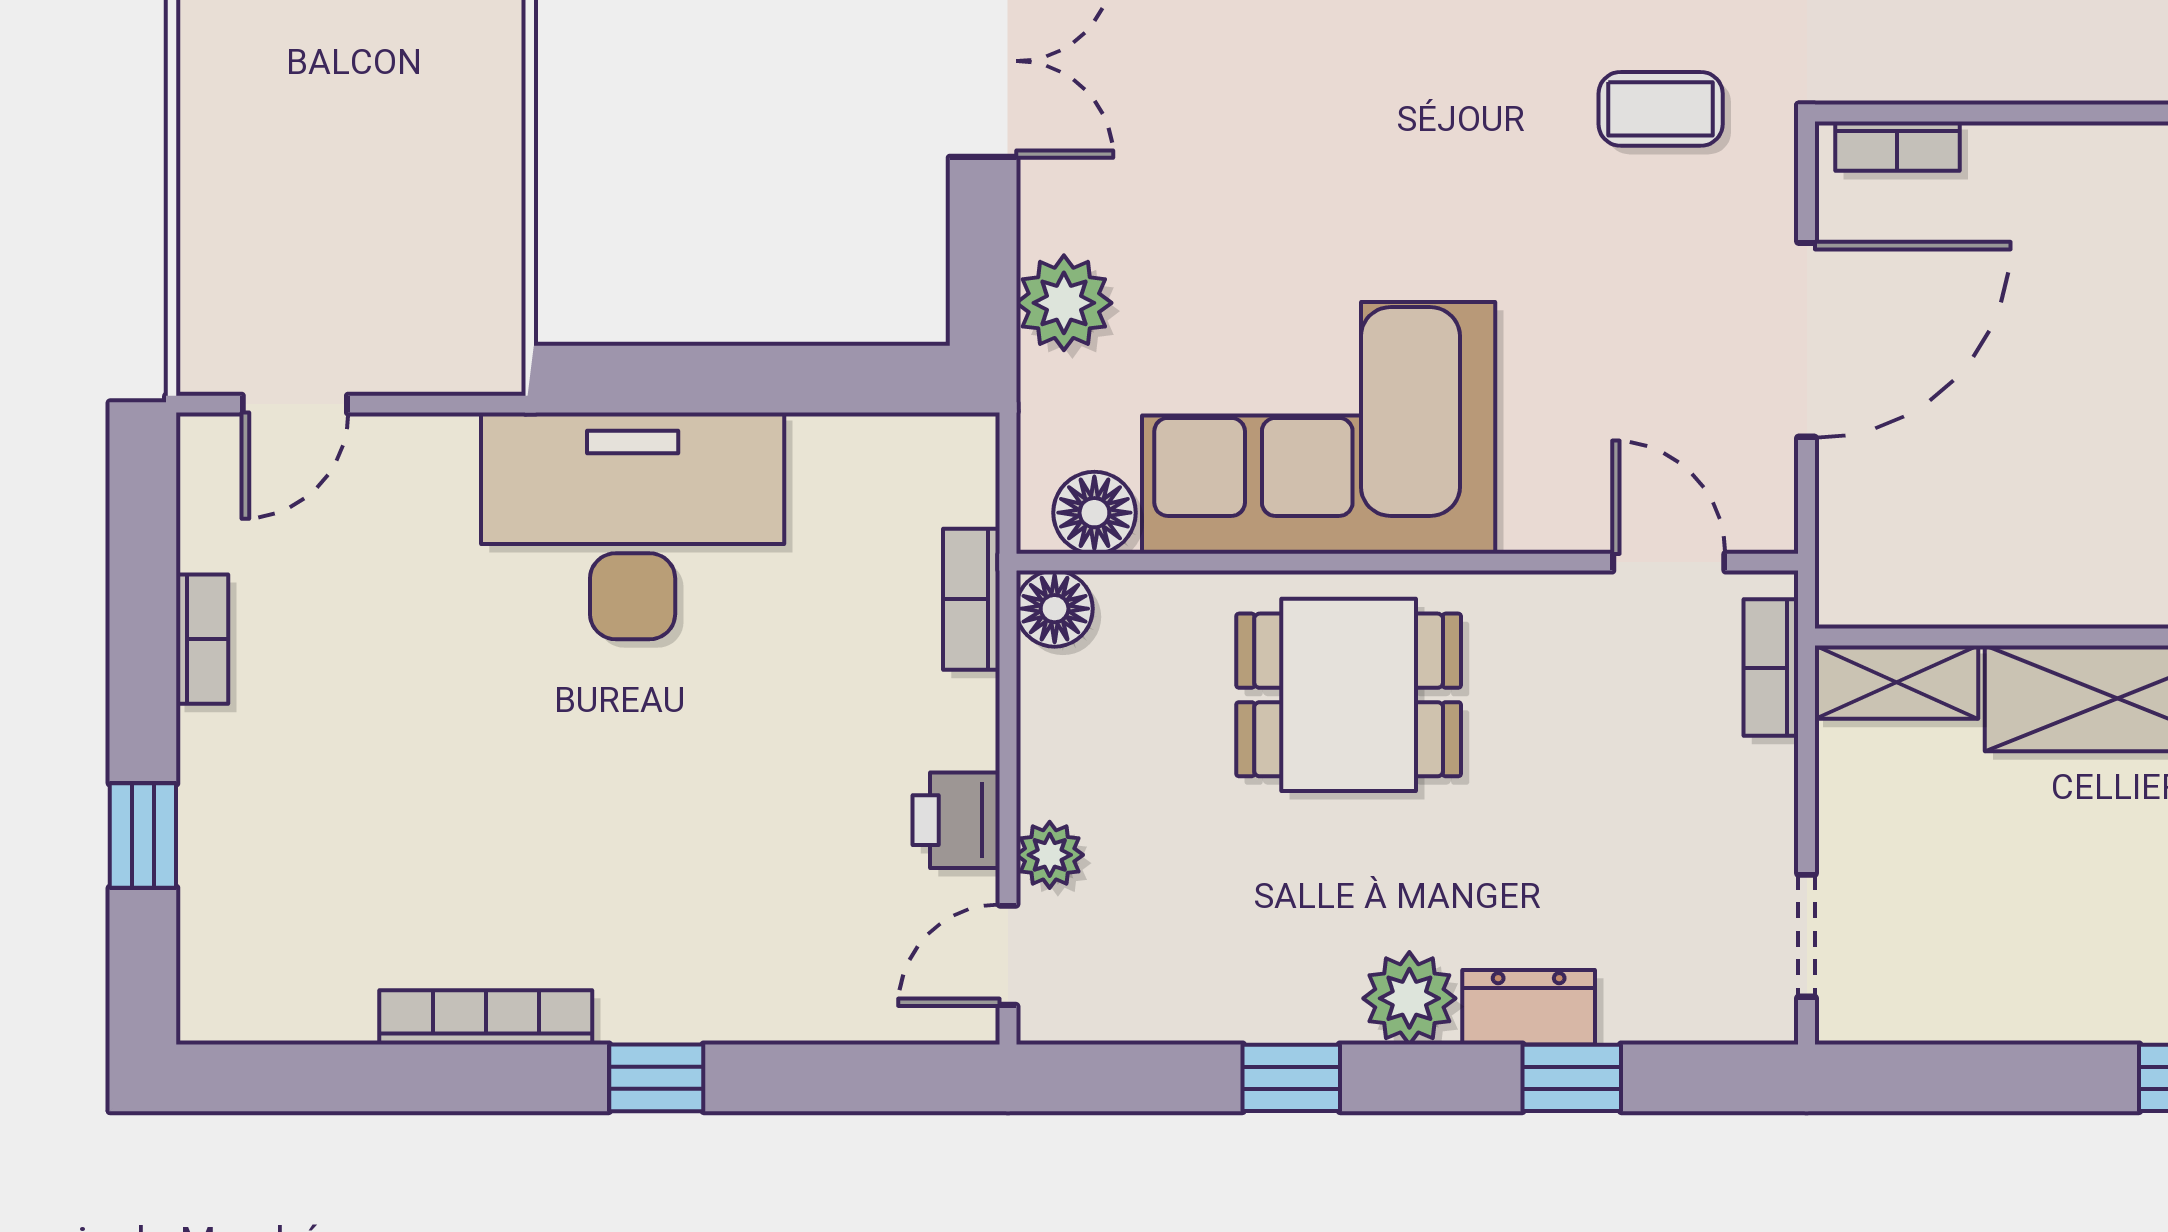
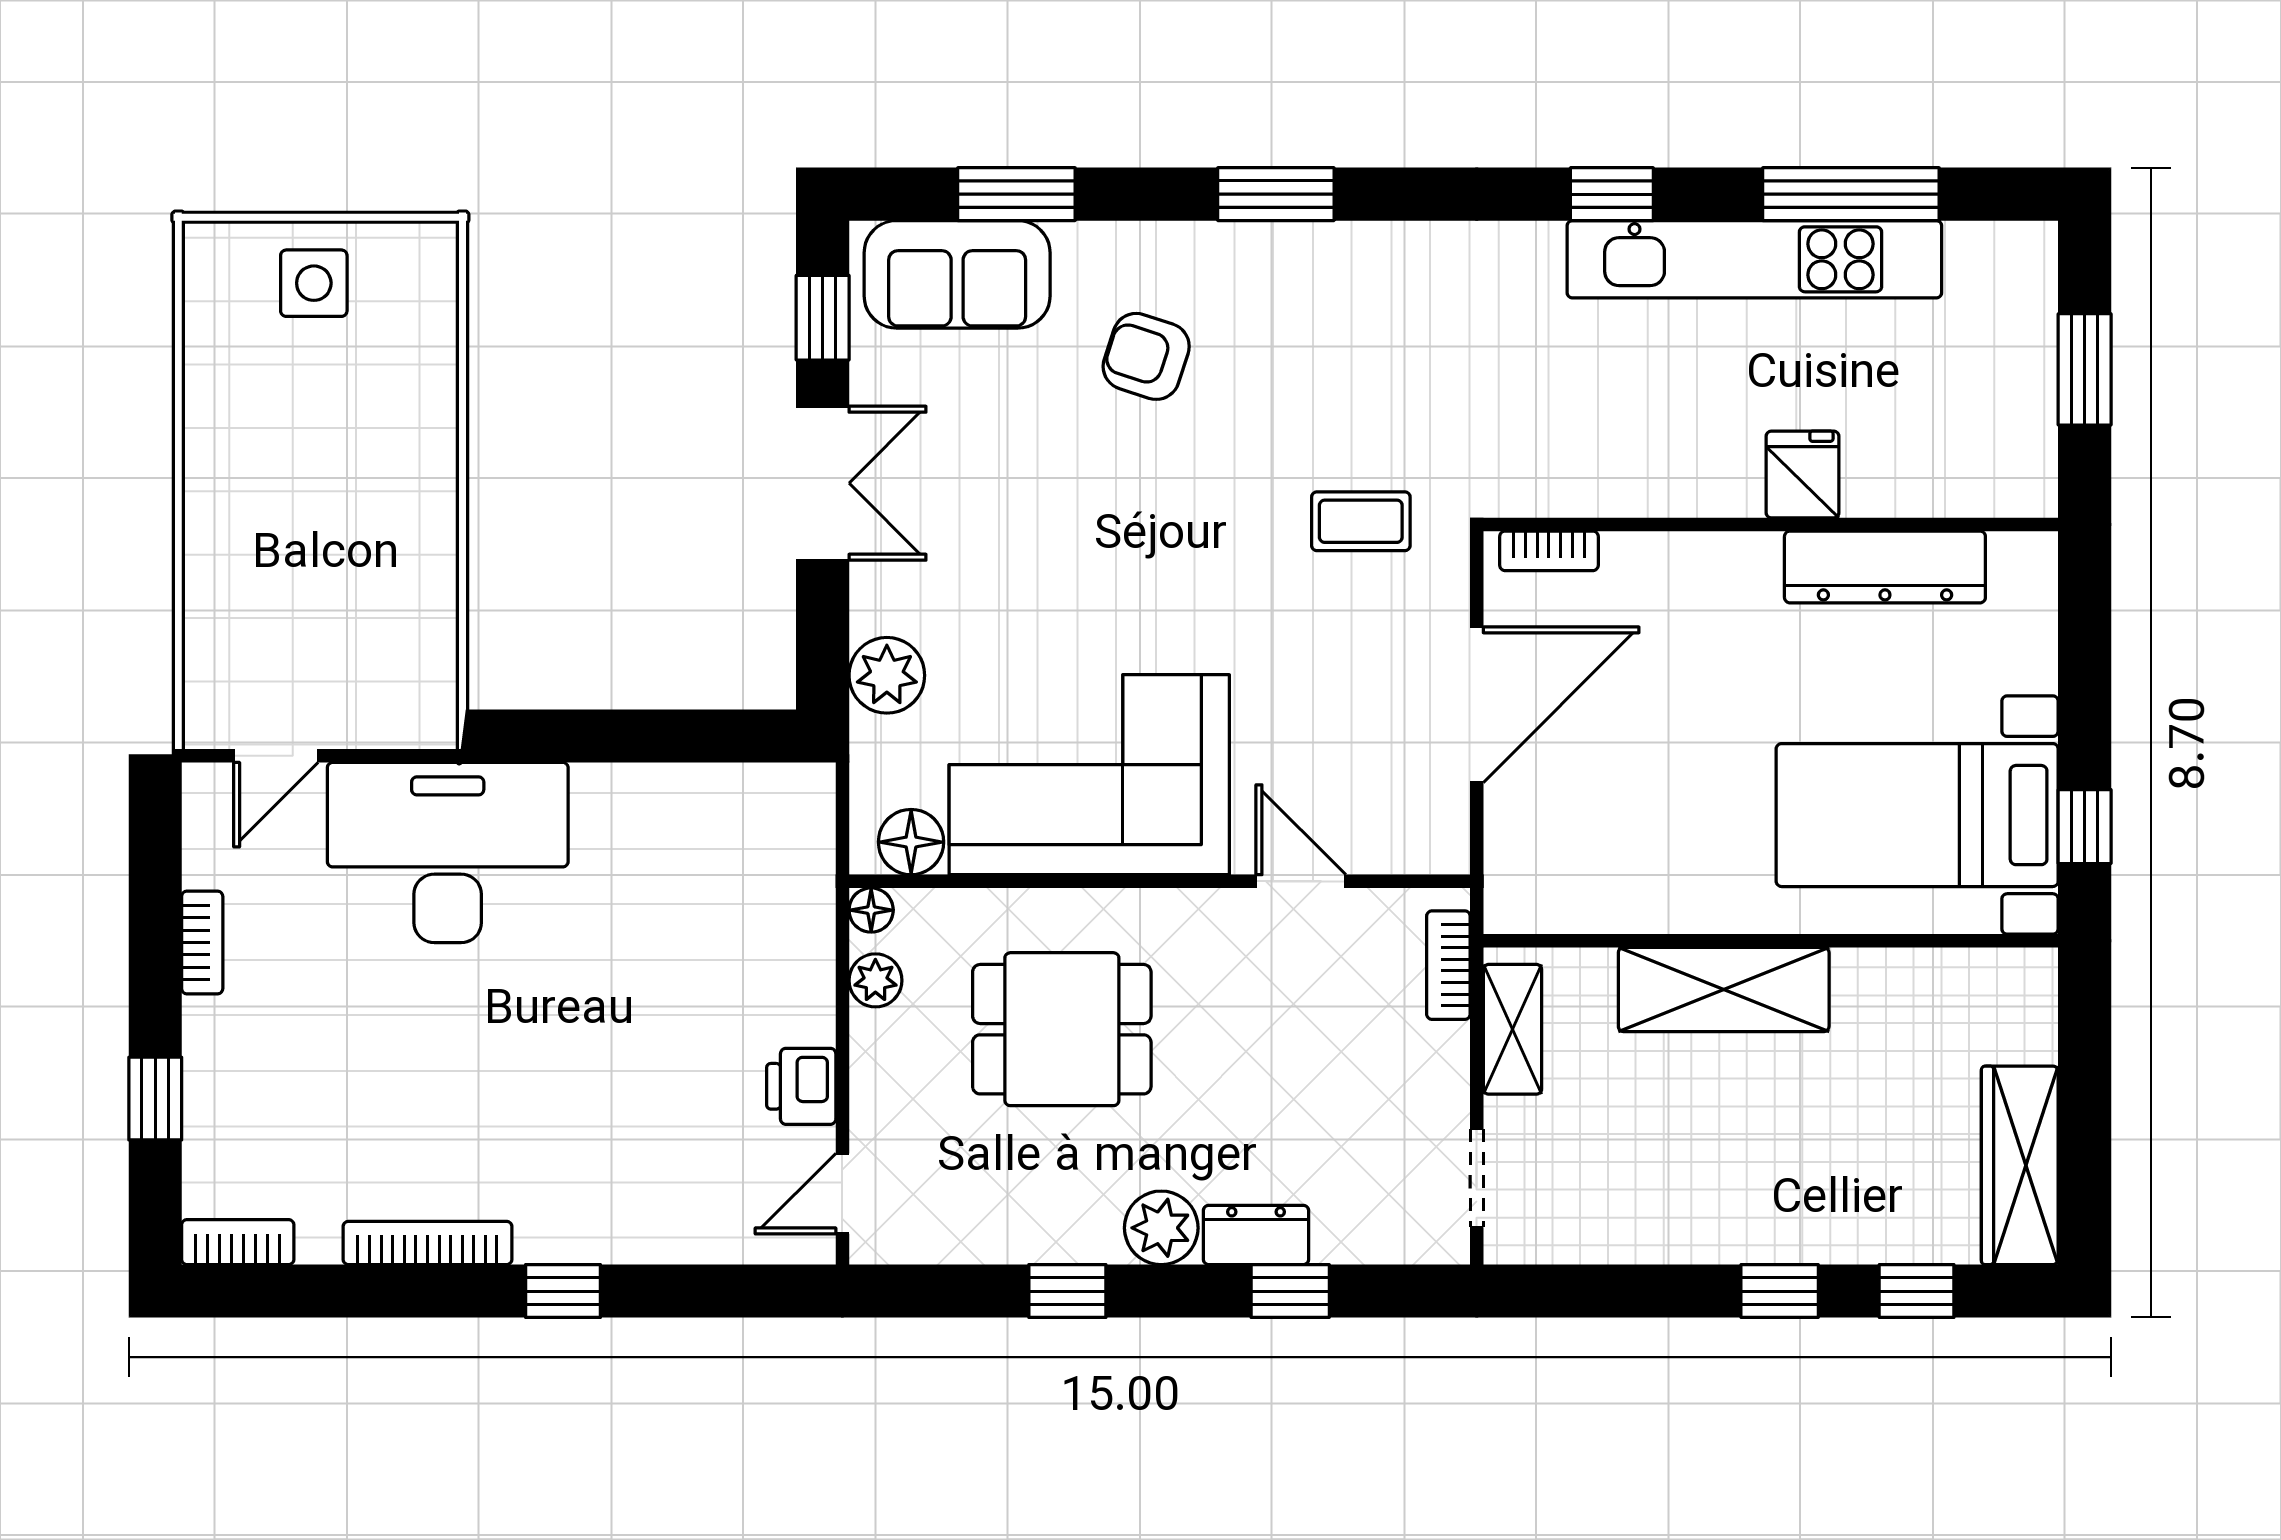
desk: (633, 526) -> (448, 853), moved
door: (1669, 562) -> (1301, 881), moved
bookcase: (971, 599) -> (238, 1242), moved, turned 90
floor lamp: (1055, 609) -> (871, 910), width x0.73, depth x0.73
shelving: (1897, 682) -> (1513, 1029), moved, turned 90
dining table: (1349, 695) -> (1062, 1029), moved
plant: (1050, 855) -> (875, 980), moved

